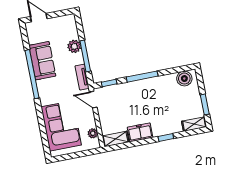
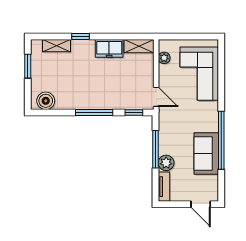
tv unit: (82, 77) -> (164, 187), moved
shelving: (194, 124) -> (57, 46), moved

